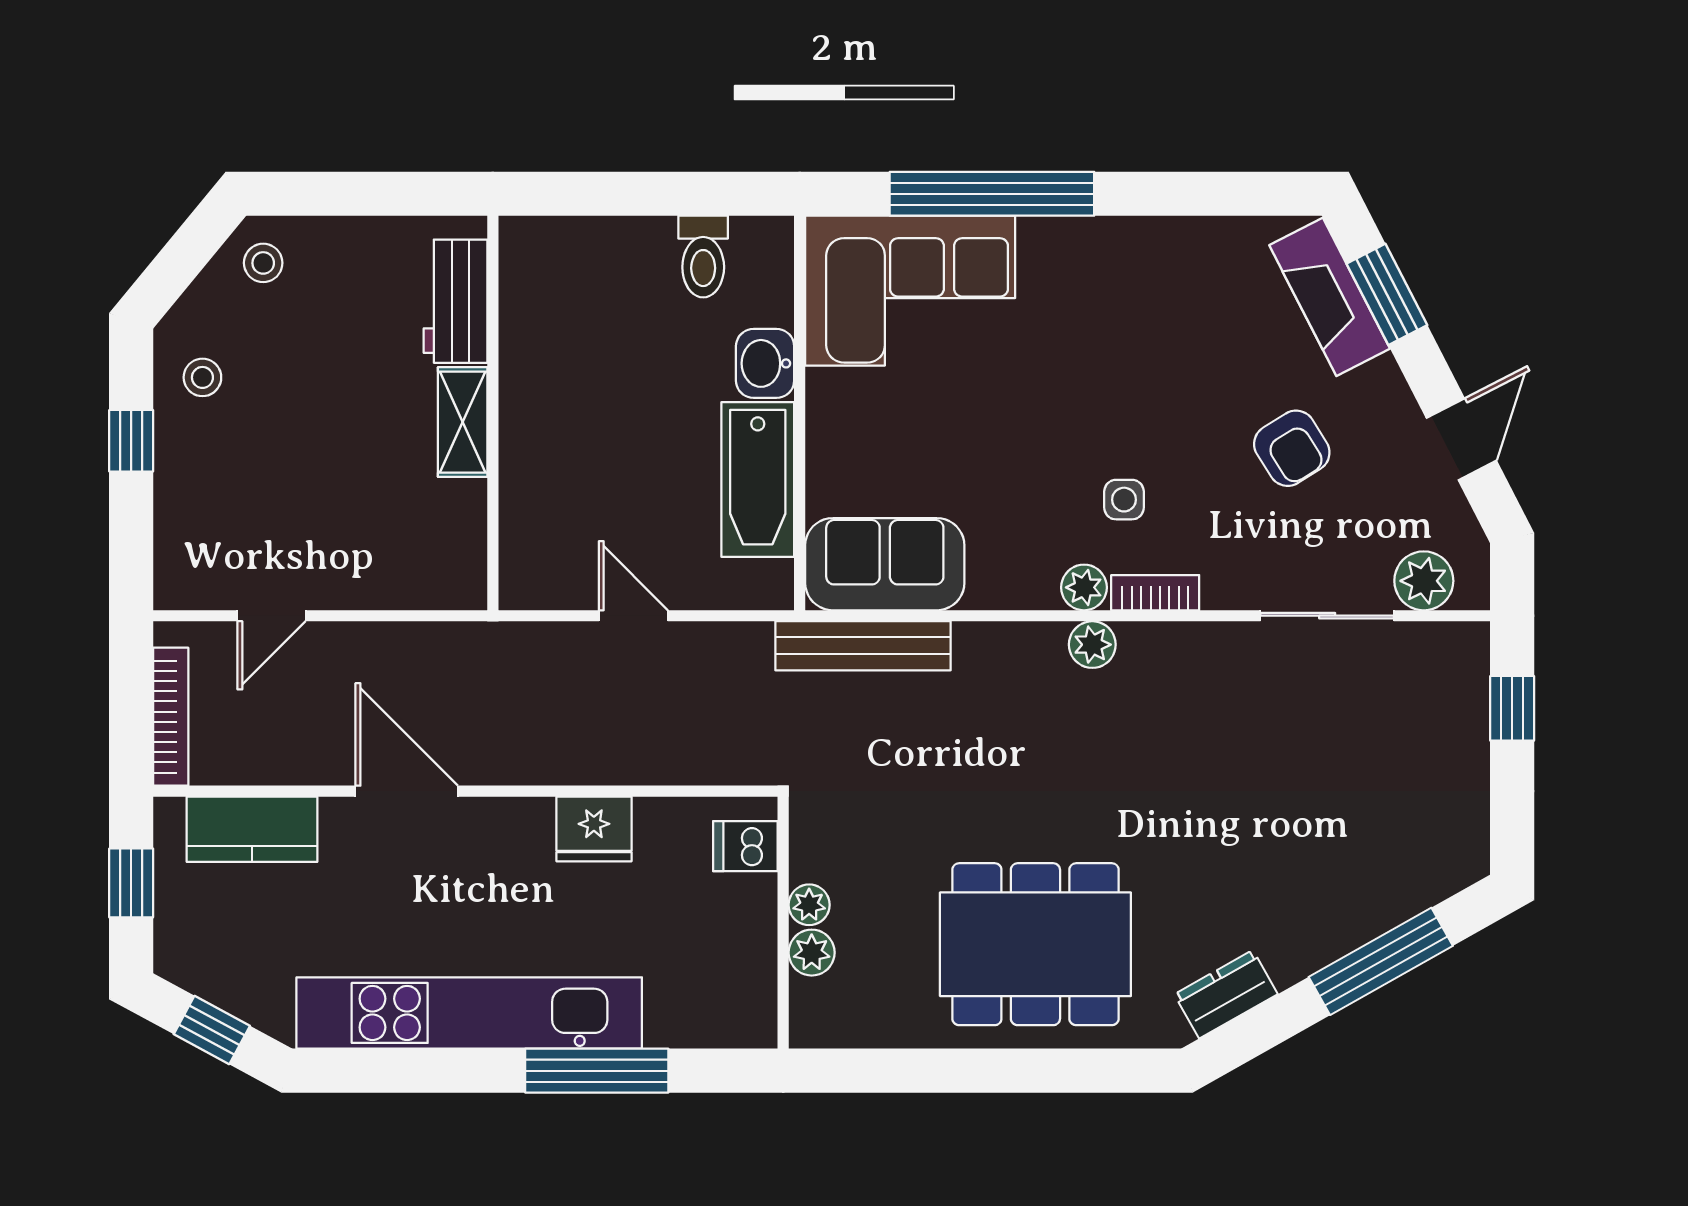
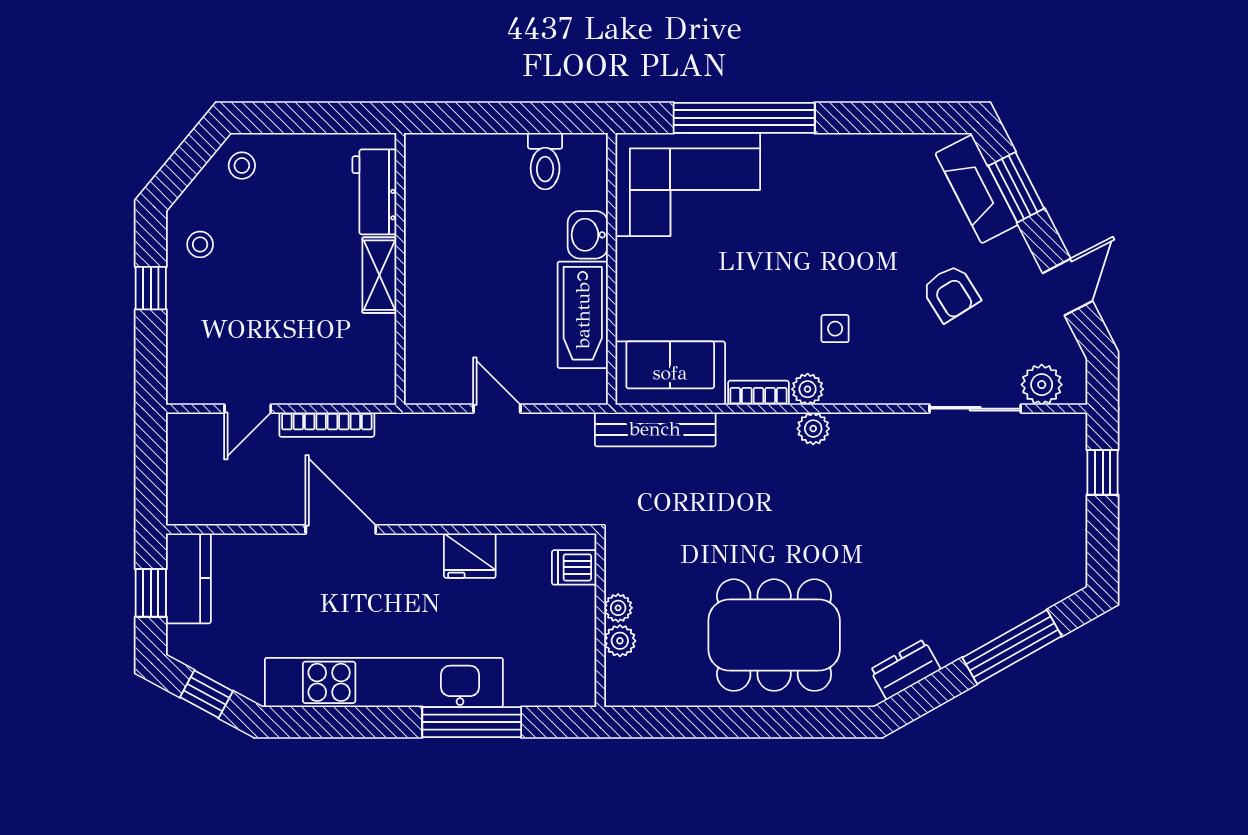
bookcase: (1155, 593) -> (758, 393), moved
bookcase: (171, 717) -> (327, 425), moved, turned 90
kitchen counter: (252, 829) -> (188, 578), moved, turned -90

